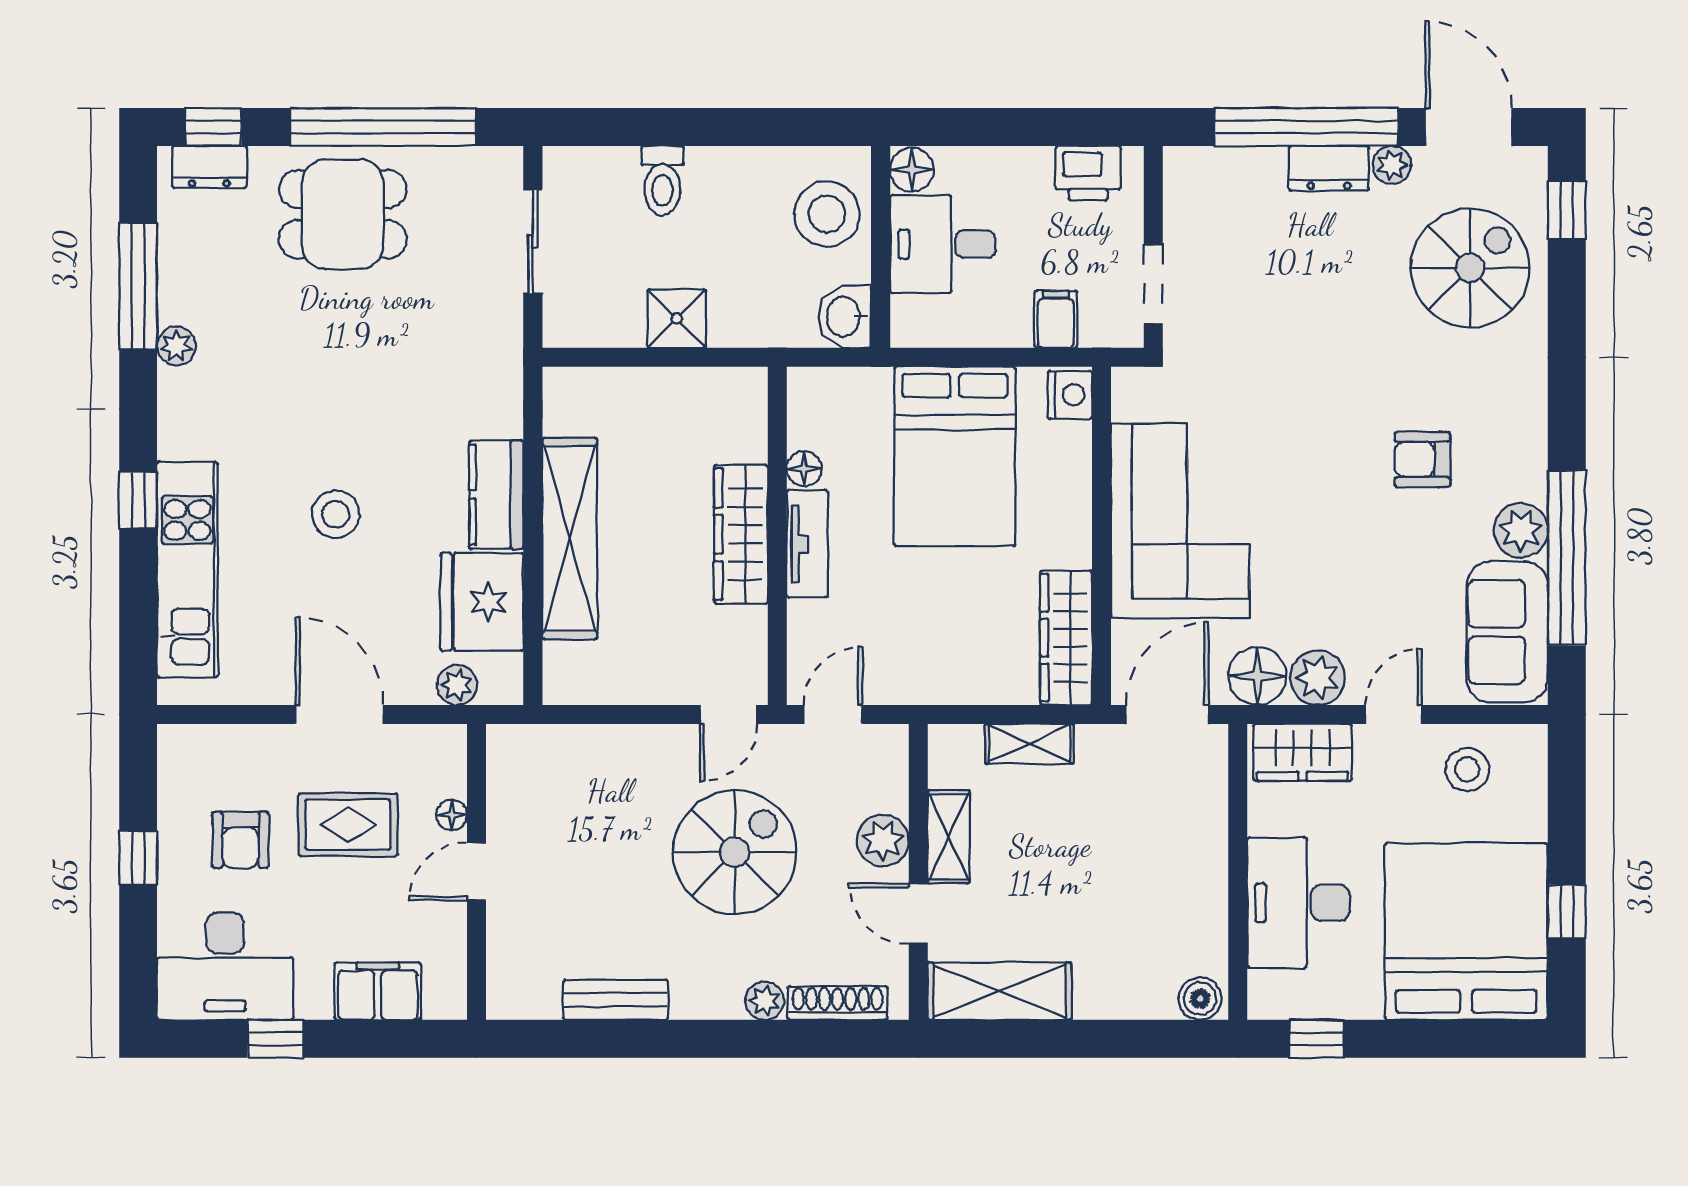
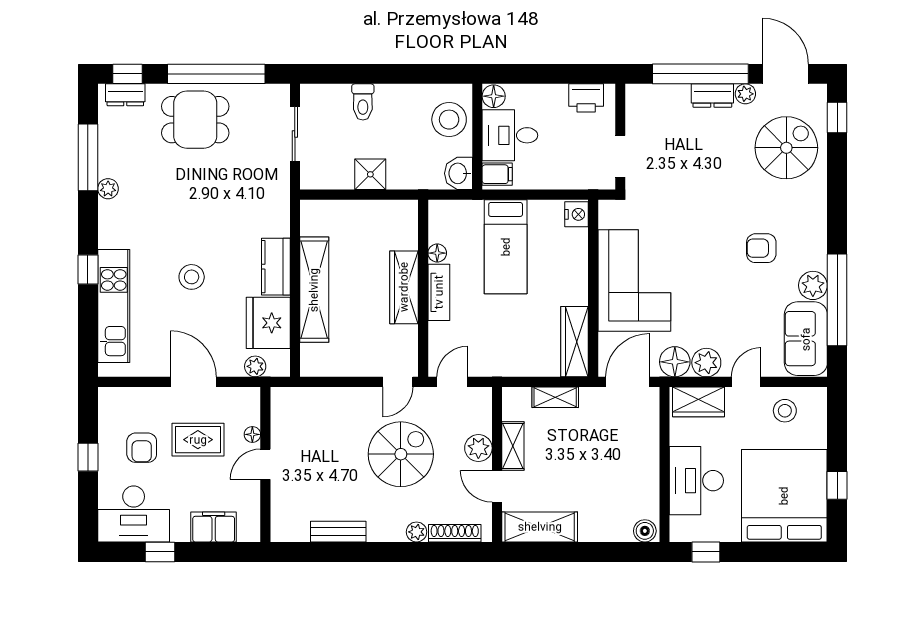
filing cabinet: (1056, 319) -> (497, 174), moved, turned 90
bed: (955, 457) -> (506, 247), width x0.67

